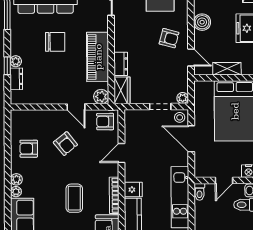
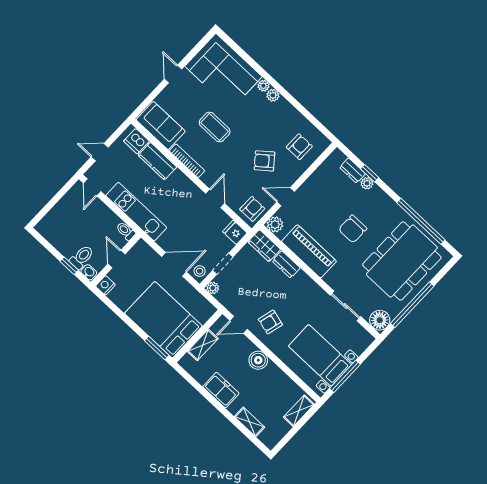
armchair: (29, 149) -> (299, 147), moved
fridge: (133, 190) -> (235, 232), moved, turned 90

